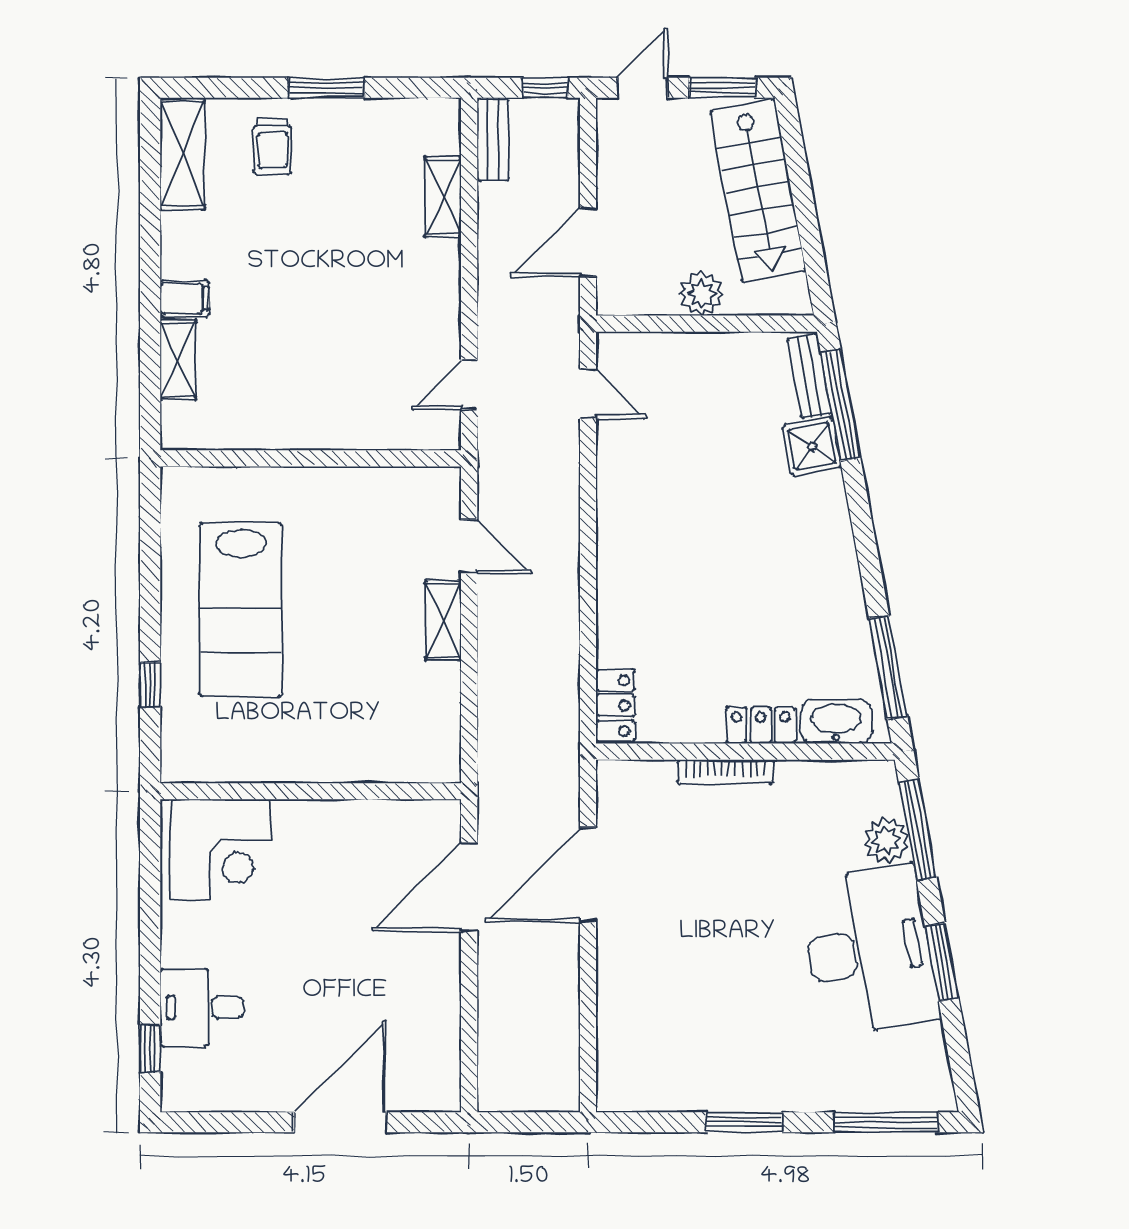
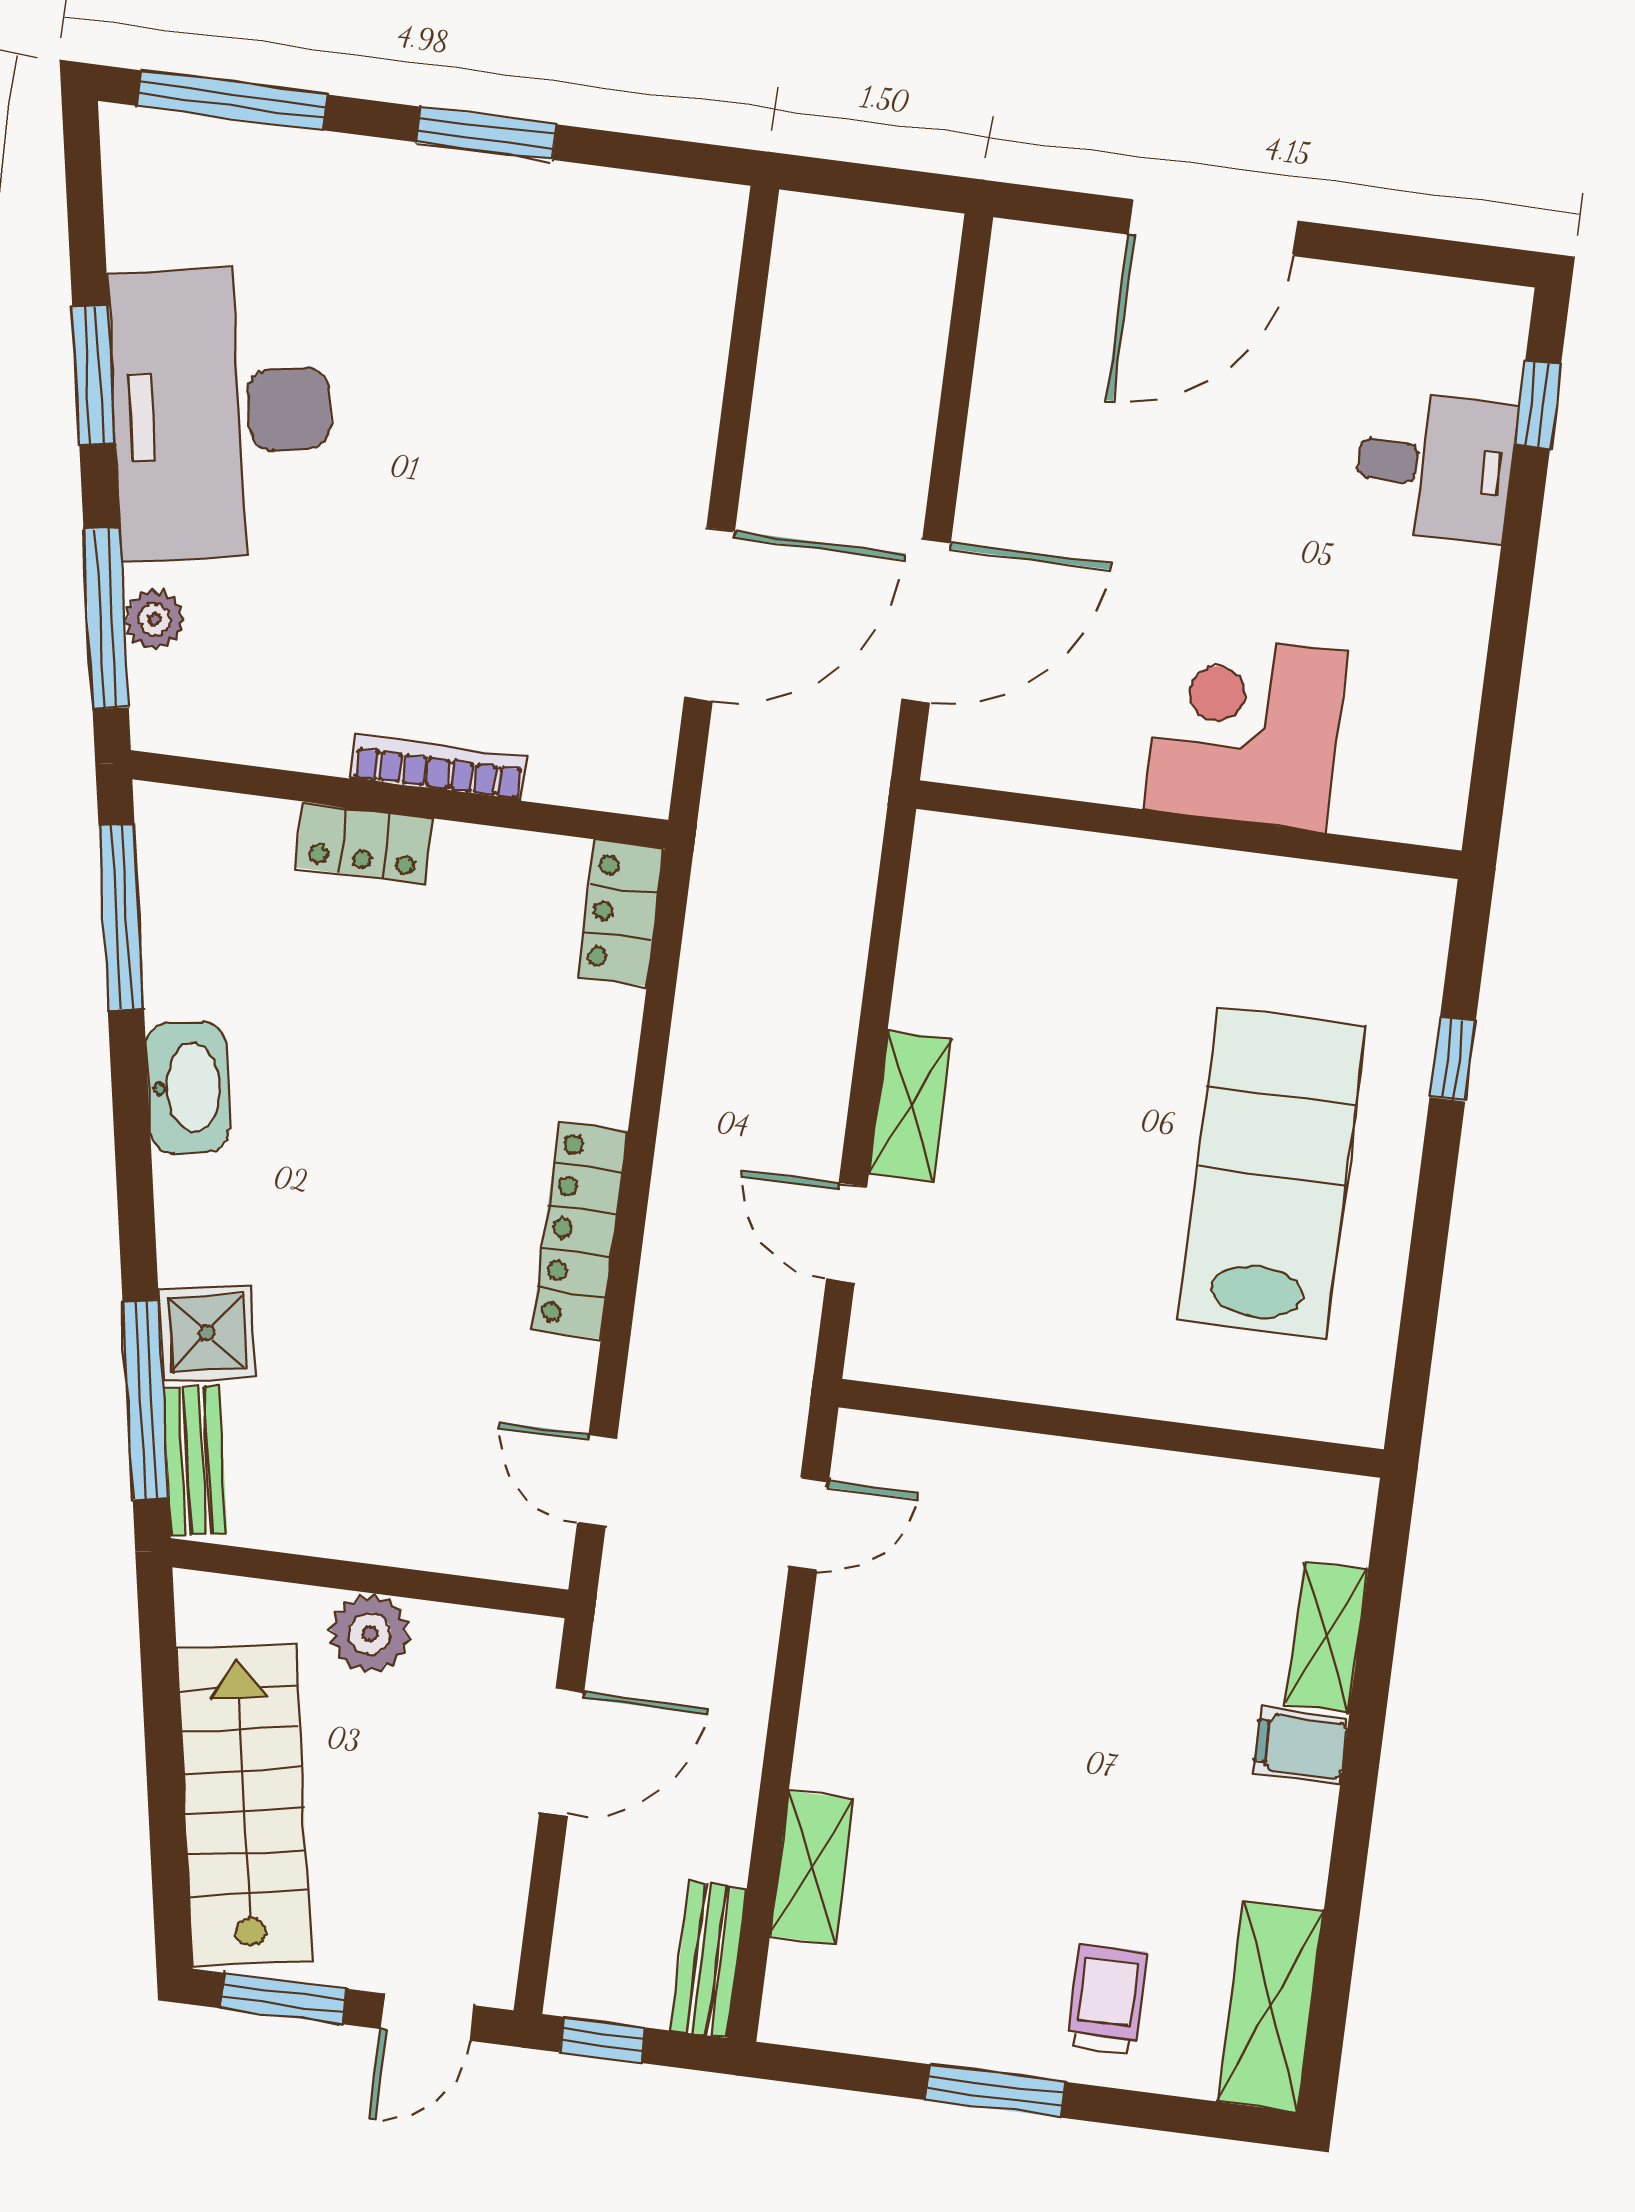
locker: (615, 529) -> (580, 1230), added
washbasin: (836, 722) -> (188, 1087), moved, turned -100
plant: (886, 840) -> (154, 619), width x0.73, depth x0.73
corner desk: (220, 850) -> (1246, 730), moved

